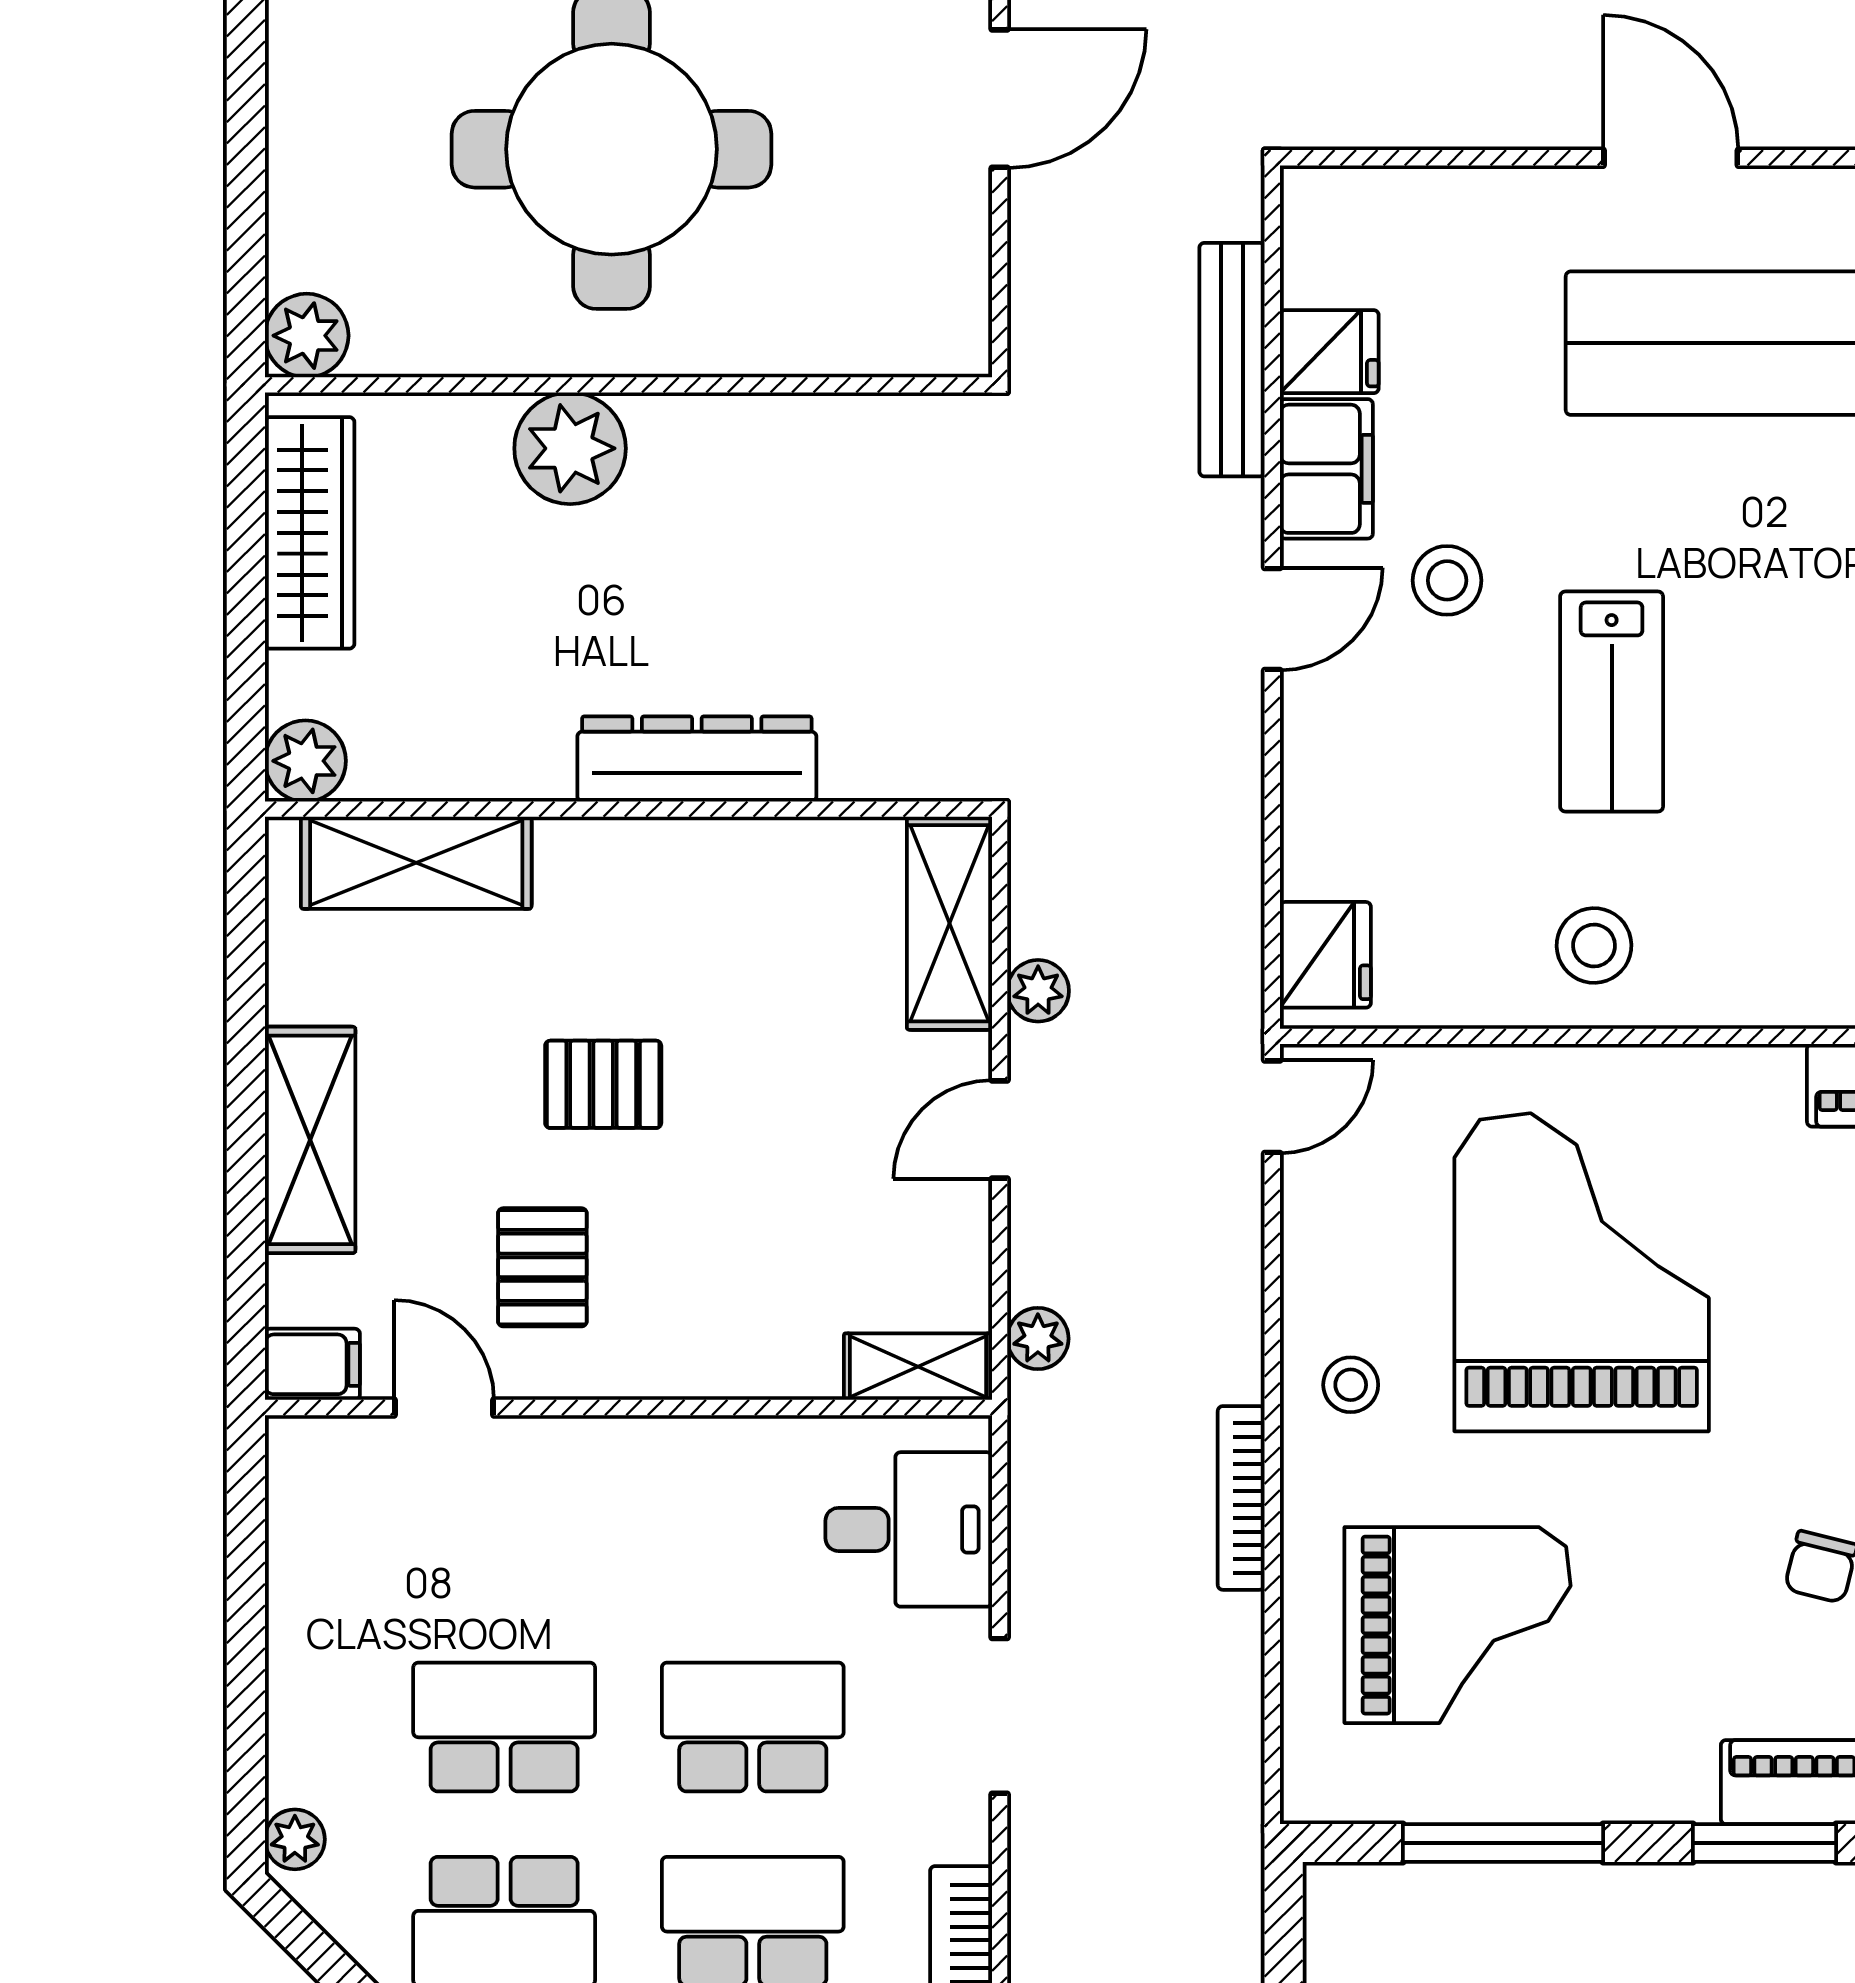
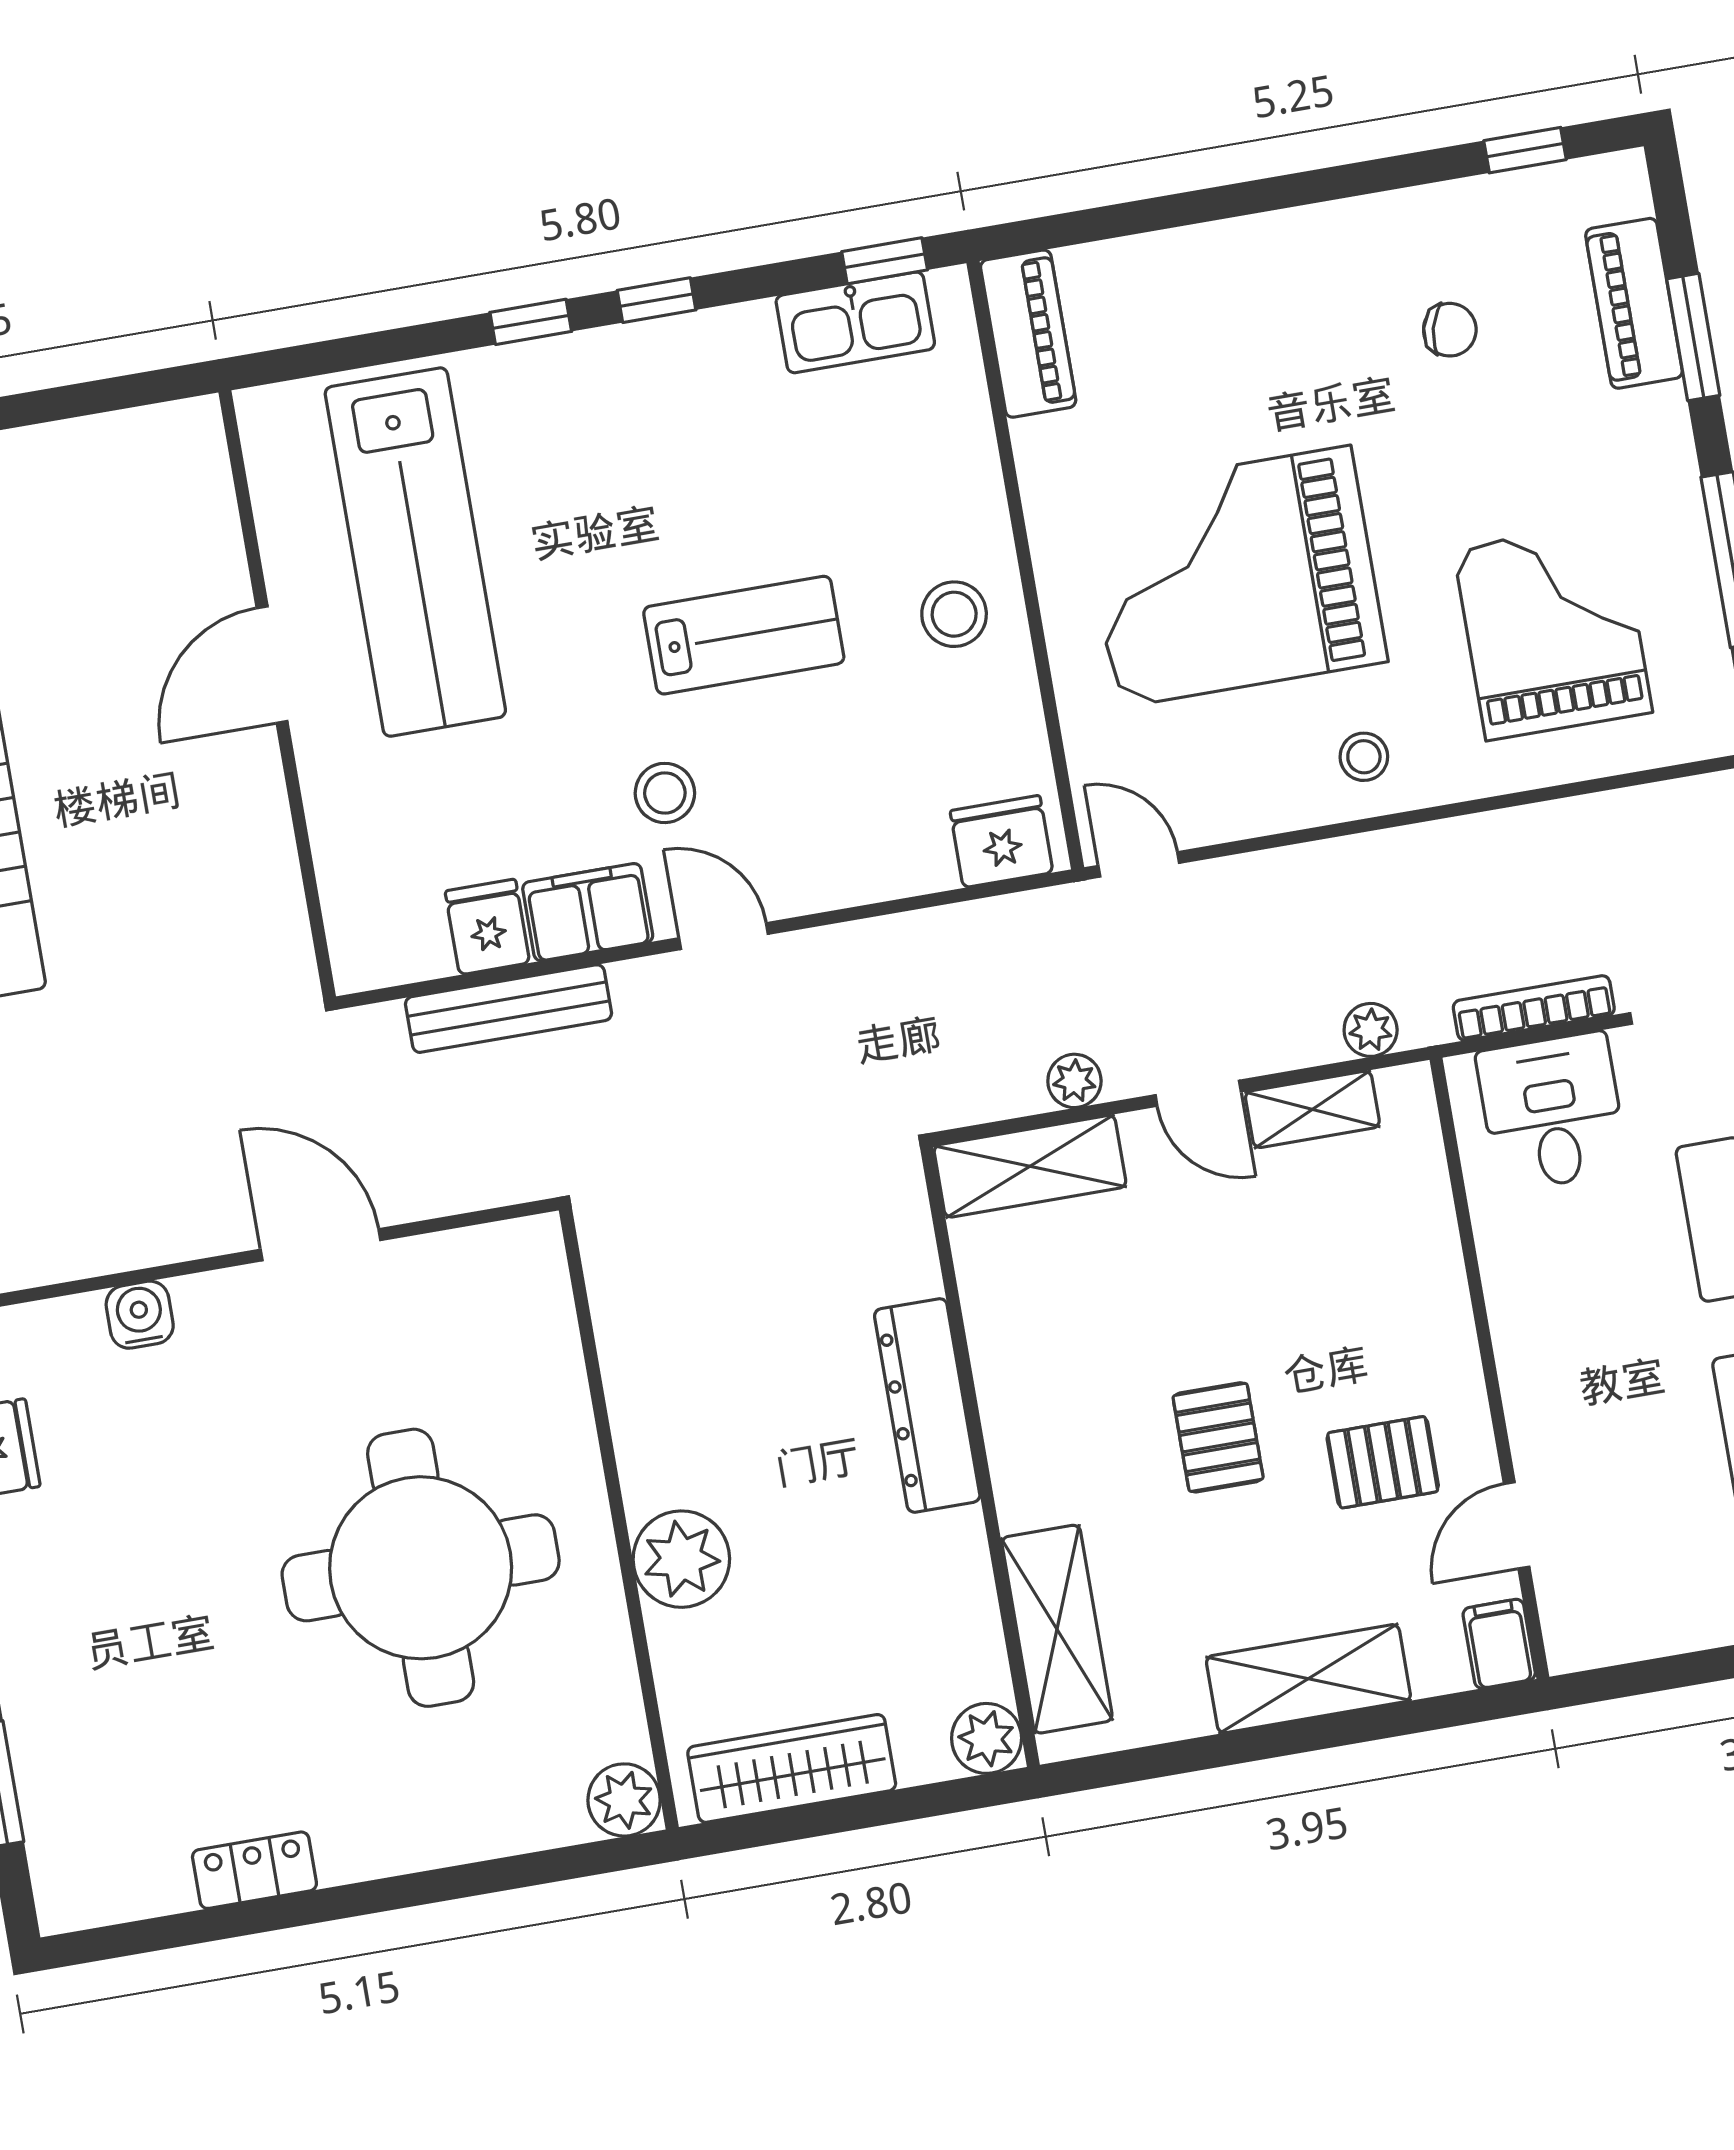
shelving: (918, 1367) -> (1312, 1109), moved, turned 90
bookcase: (1241, 1498) -> (1534, 1008), moved, turned 180

